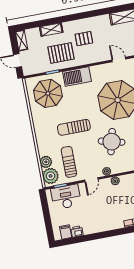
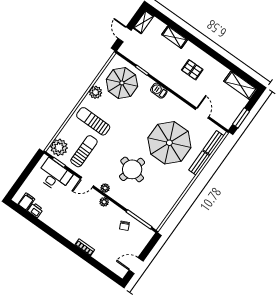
pallet: (61, 53) -> (163, 63), removed
barbecue: (77, 76) -> (159, 91), width x0.53, depth x0.65
sun lounger: (74, 127) -> (93, 121), moved
plant: (46, 162) -> (96, 92), moved

